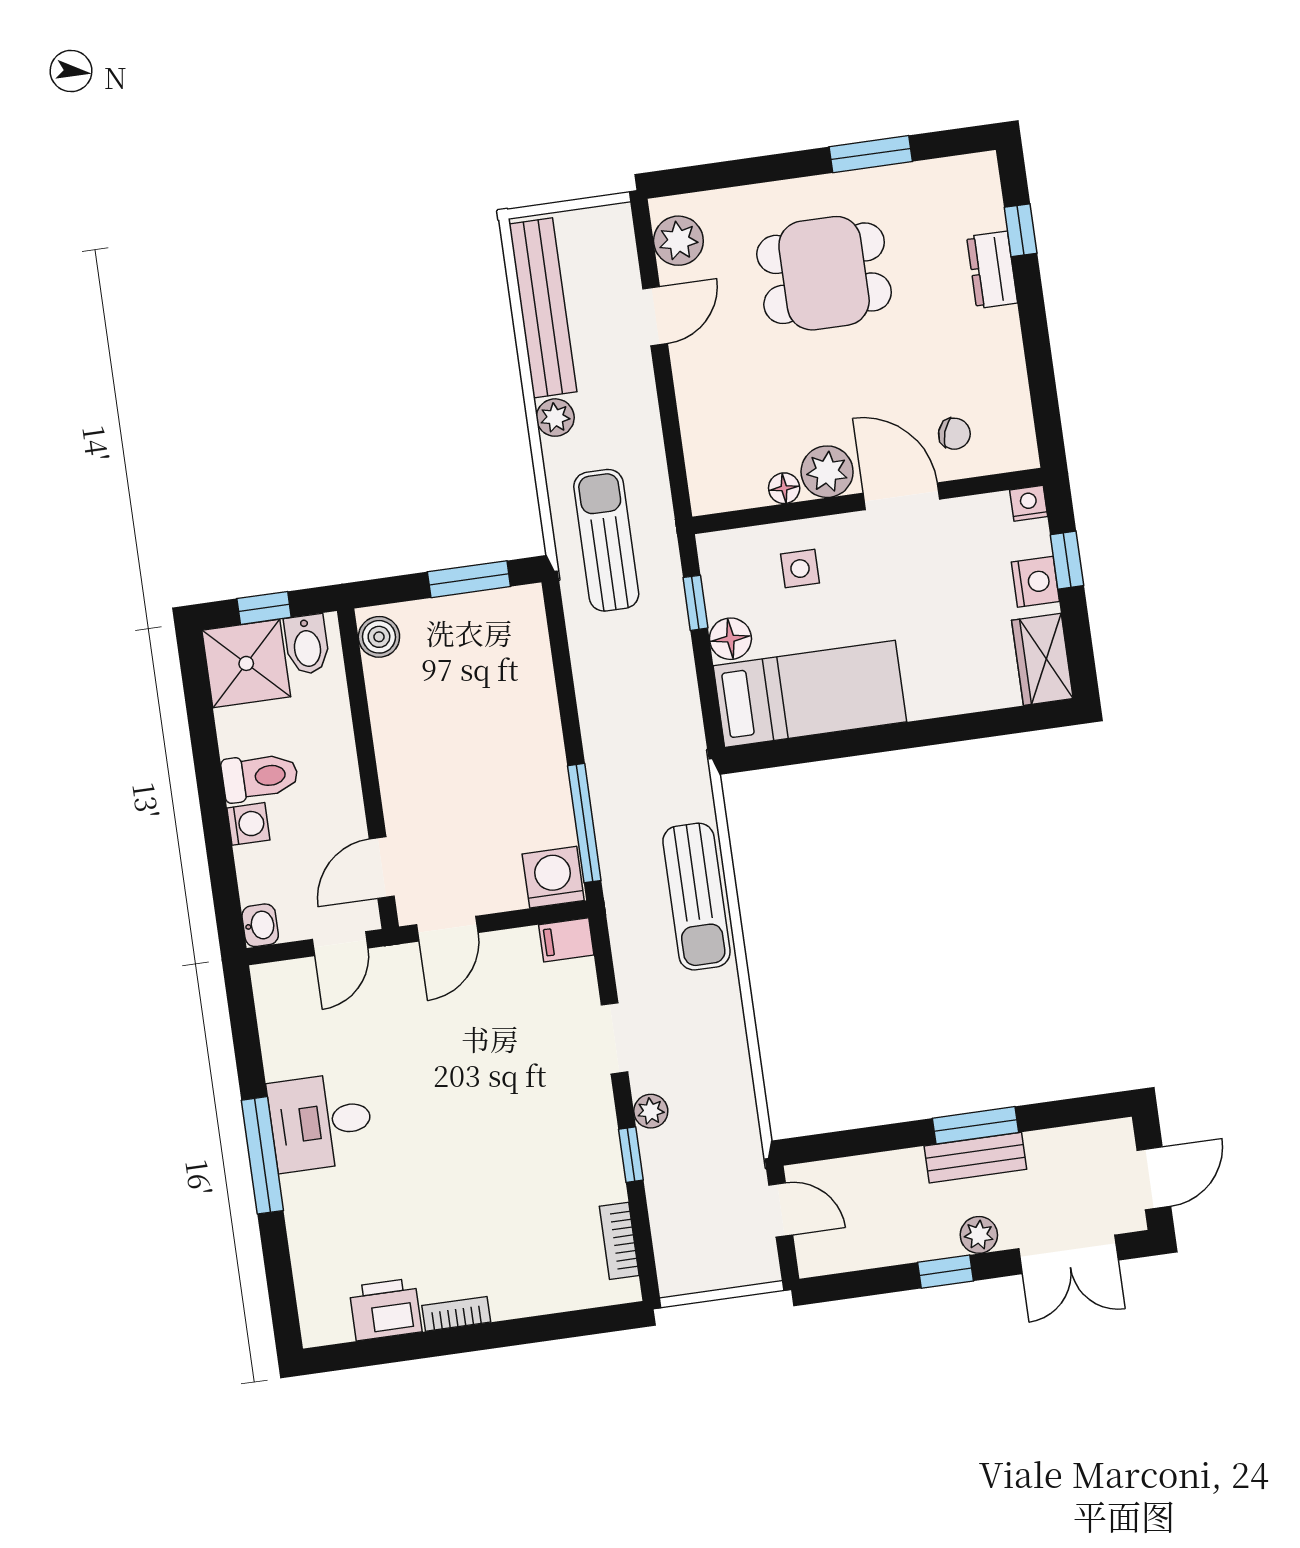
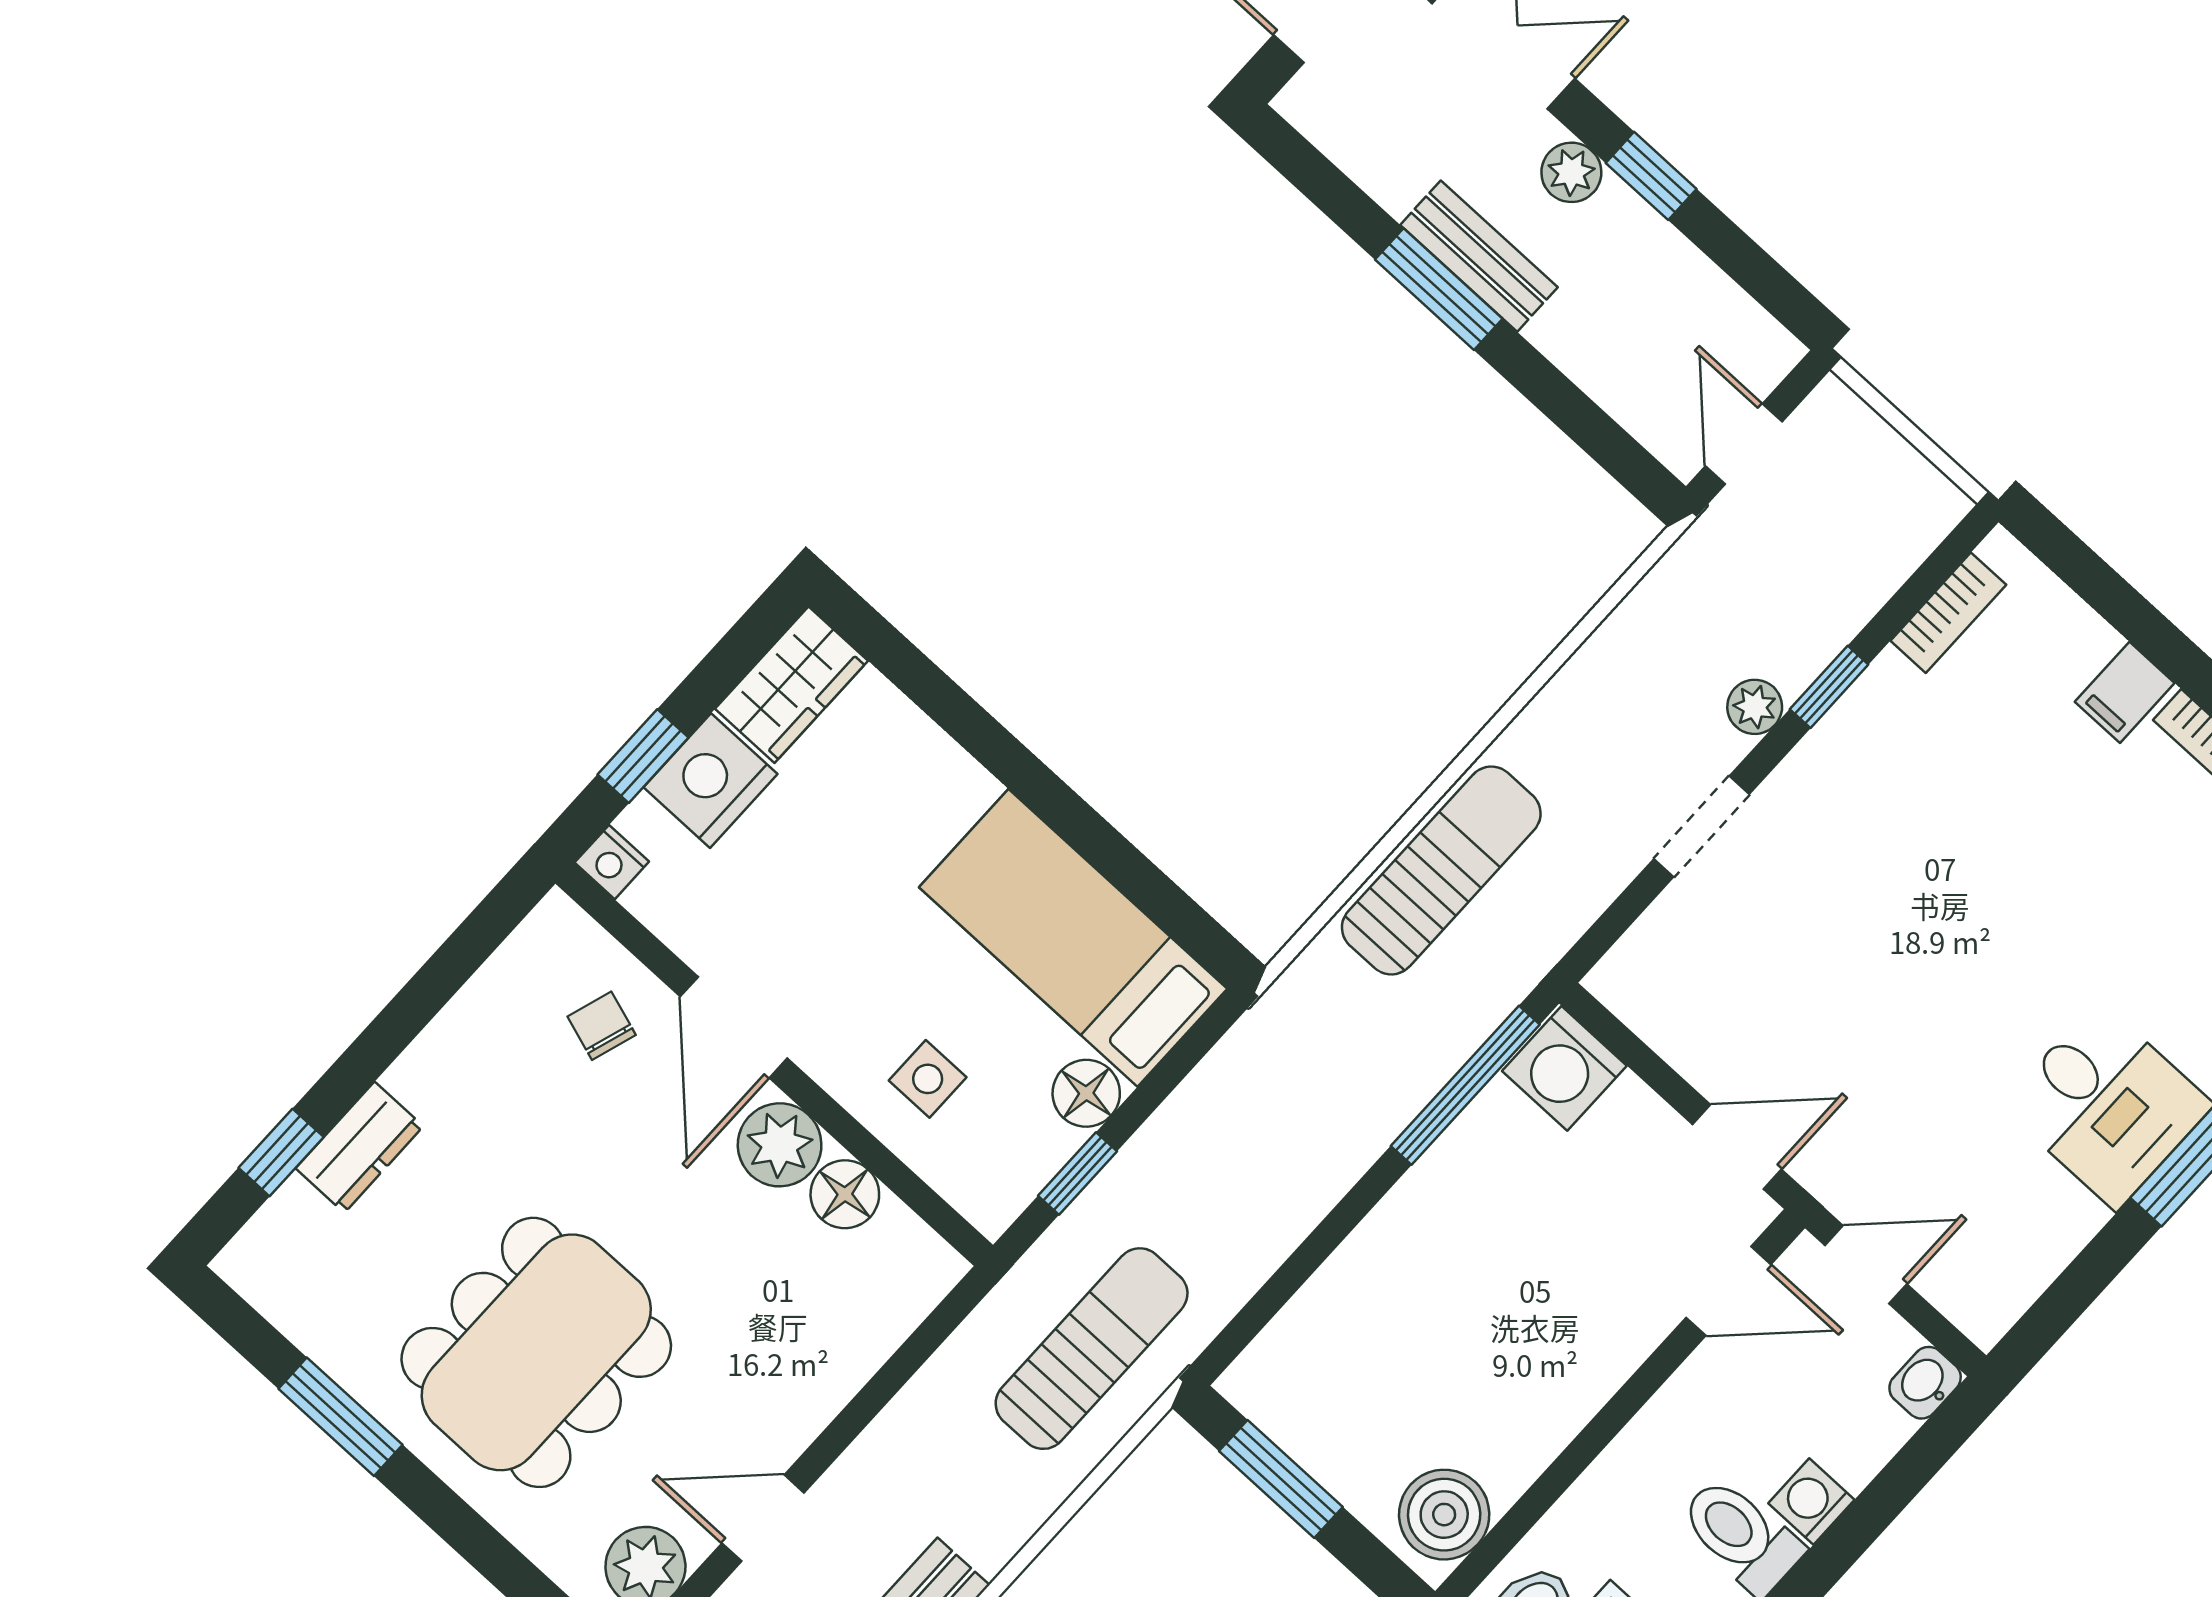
dining table: (824, 273) -> (536, 1352), width x1.38
plant: (555, 418) -> (992, 1538), removed
floor lamp: (784, 488) -> (845, 1194), width x1.37, depth x1.37
sun lounger: (606, 540) -> (1092, 1349), turned 180
nightstand: (1035, 582) -> (711, 781), width x1.36, depth x1.33
boiler: (379, 637) -> (1444, 1515), width x1.36, depth x1.36
filing cabinet: (566, 940) -> (2125, 692), moved, turned 90

